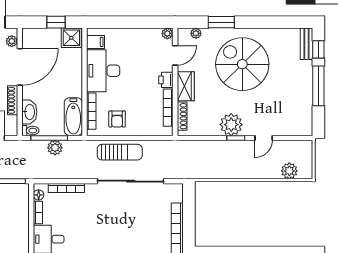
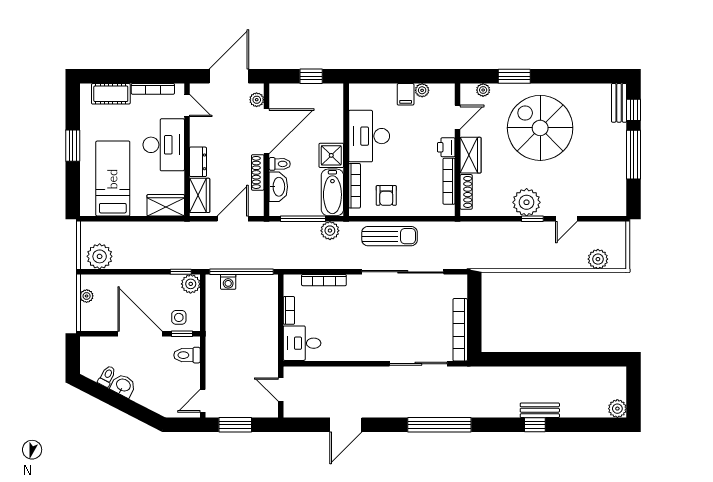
plant: (167, 33) -> (422, 90), moved
shower: (71, 38) -> (331, 155), moved
filing cabinet: (95, 42) -> (406, 94), moved, turned 90
toilet: (30, 131) -> (280, 164), moved
plant: (55, 148) -> (330, 231), moved
floor lamp: (39, 195) -> (290, 289), removed

